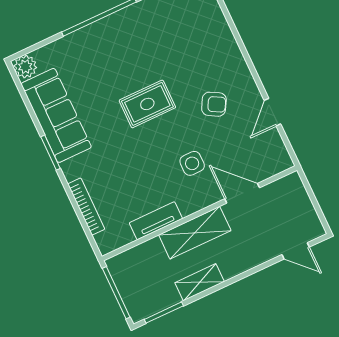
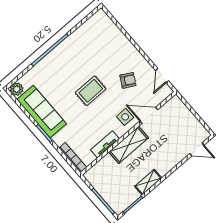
door: (242, 193) -> (149, 115), moved
wall: (199, 213) -> (128, 133), moved
tv unit: (156, 221) -> (105, 144), moved
shelving: (195, 233) -> (129, 145), moved

